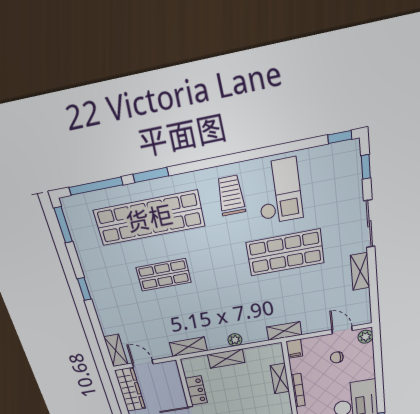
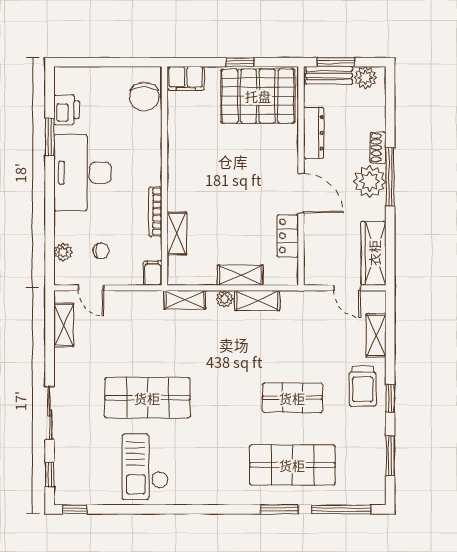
trolley: (231, 196) -> (363, 386), moved
shop shelf: (149, 218) -> (292, 465), width x0.71
window: (63, 225) -> (390, 456), moved
shelving: (360, 272) -> (64, 325), moved
shelving: (284, 331) -> (185, 300), moved
plant: (365, 337) -> (63, 252), moved
shelving: (189, 347) -> (257, 300), moved
shelving: (116, 351) -> (376, 335), moved

